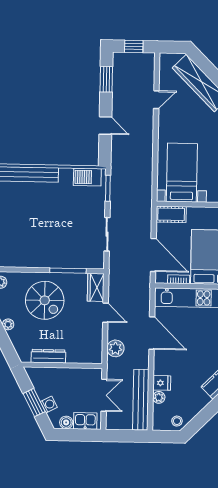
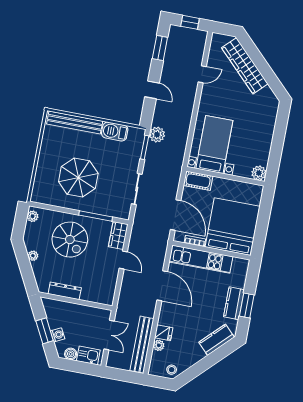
barbecue: (87, 177) -> (115, 132), moved
parasol: (43, 233) -> (78, 178), added
plant: (115, 348) -> (157, 135), moved

